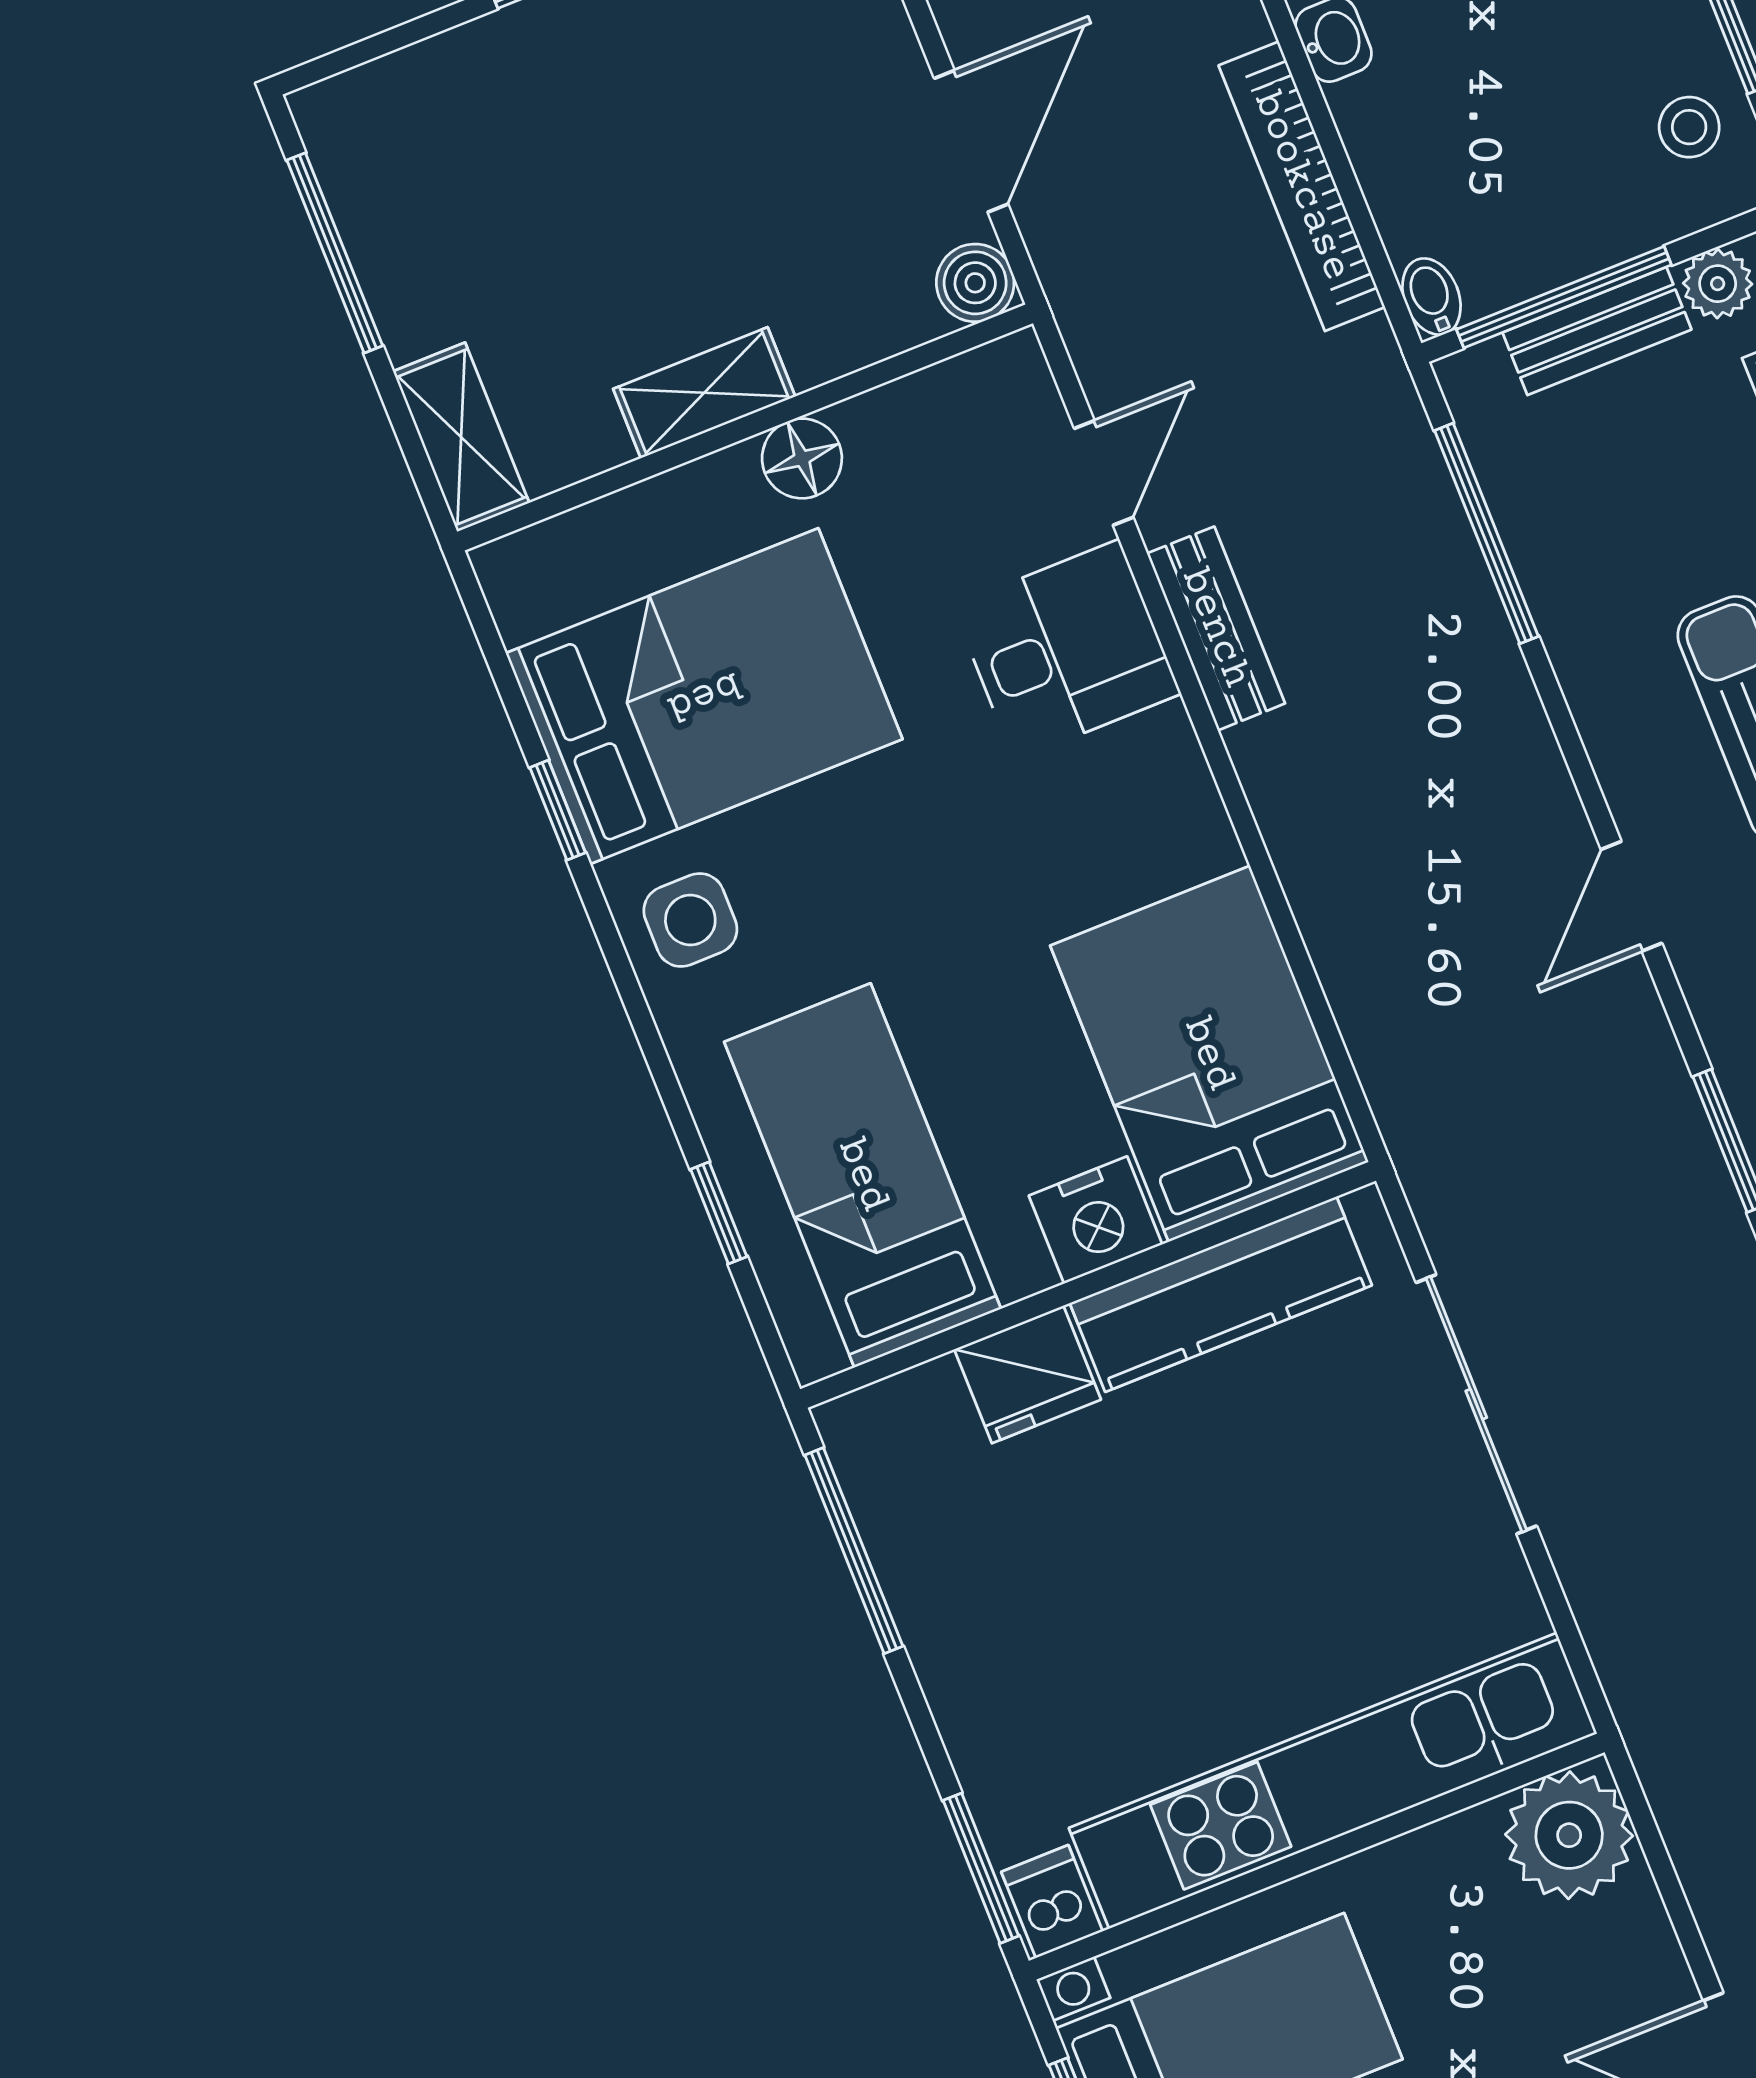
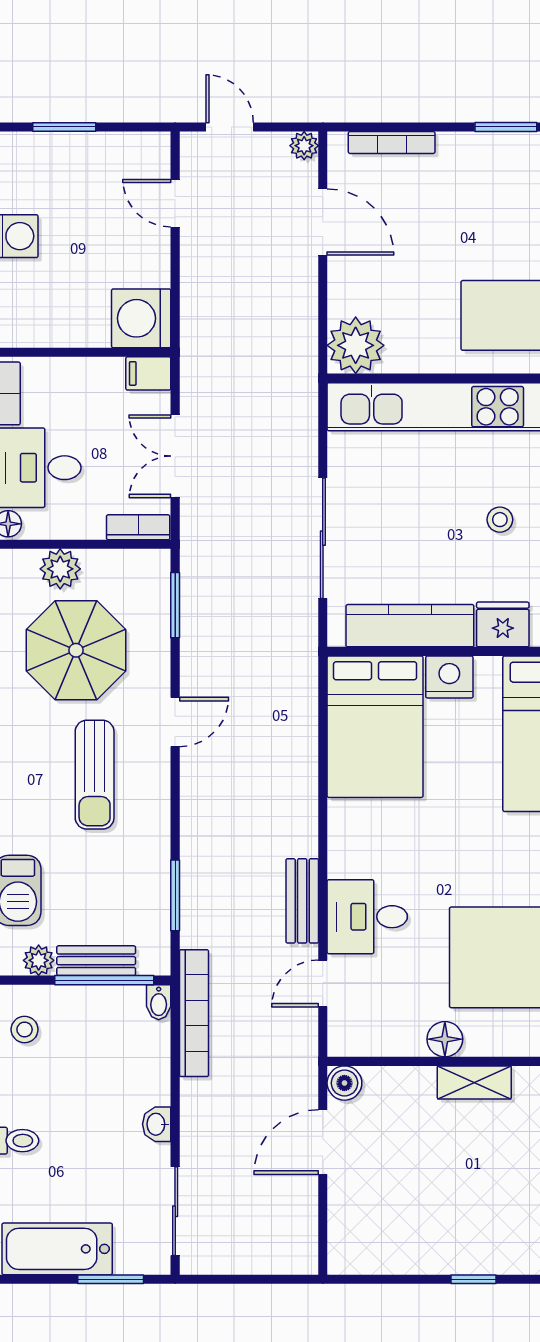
bookcase: (1302, 186) -> (194, 1013), moved
window: (1486, 533) -> (175, 895), width x0.69
stool: (1121, 1591) -> (500, 520), added

